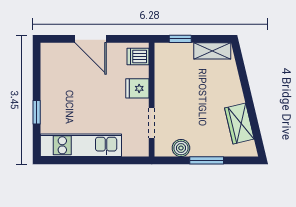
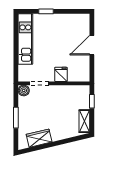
dishwasher: (138, 56) -> (81, 75), removed
boiler: (181, 148) -> (24, 90), moved

